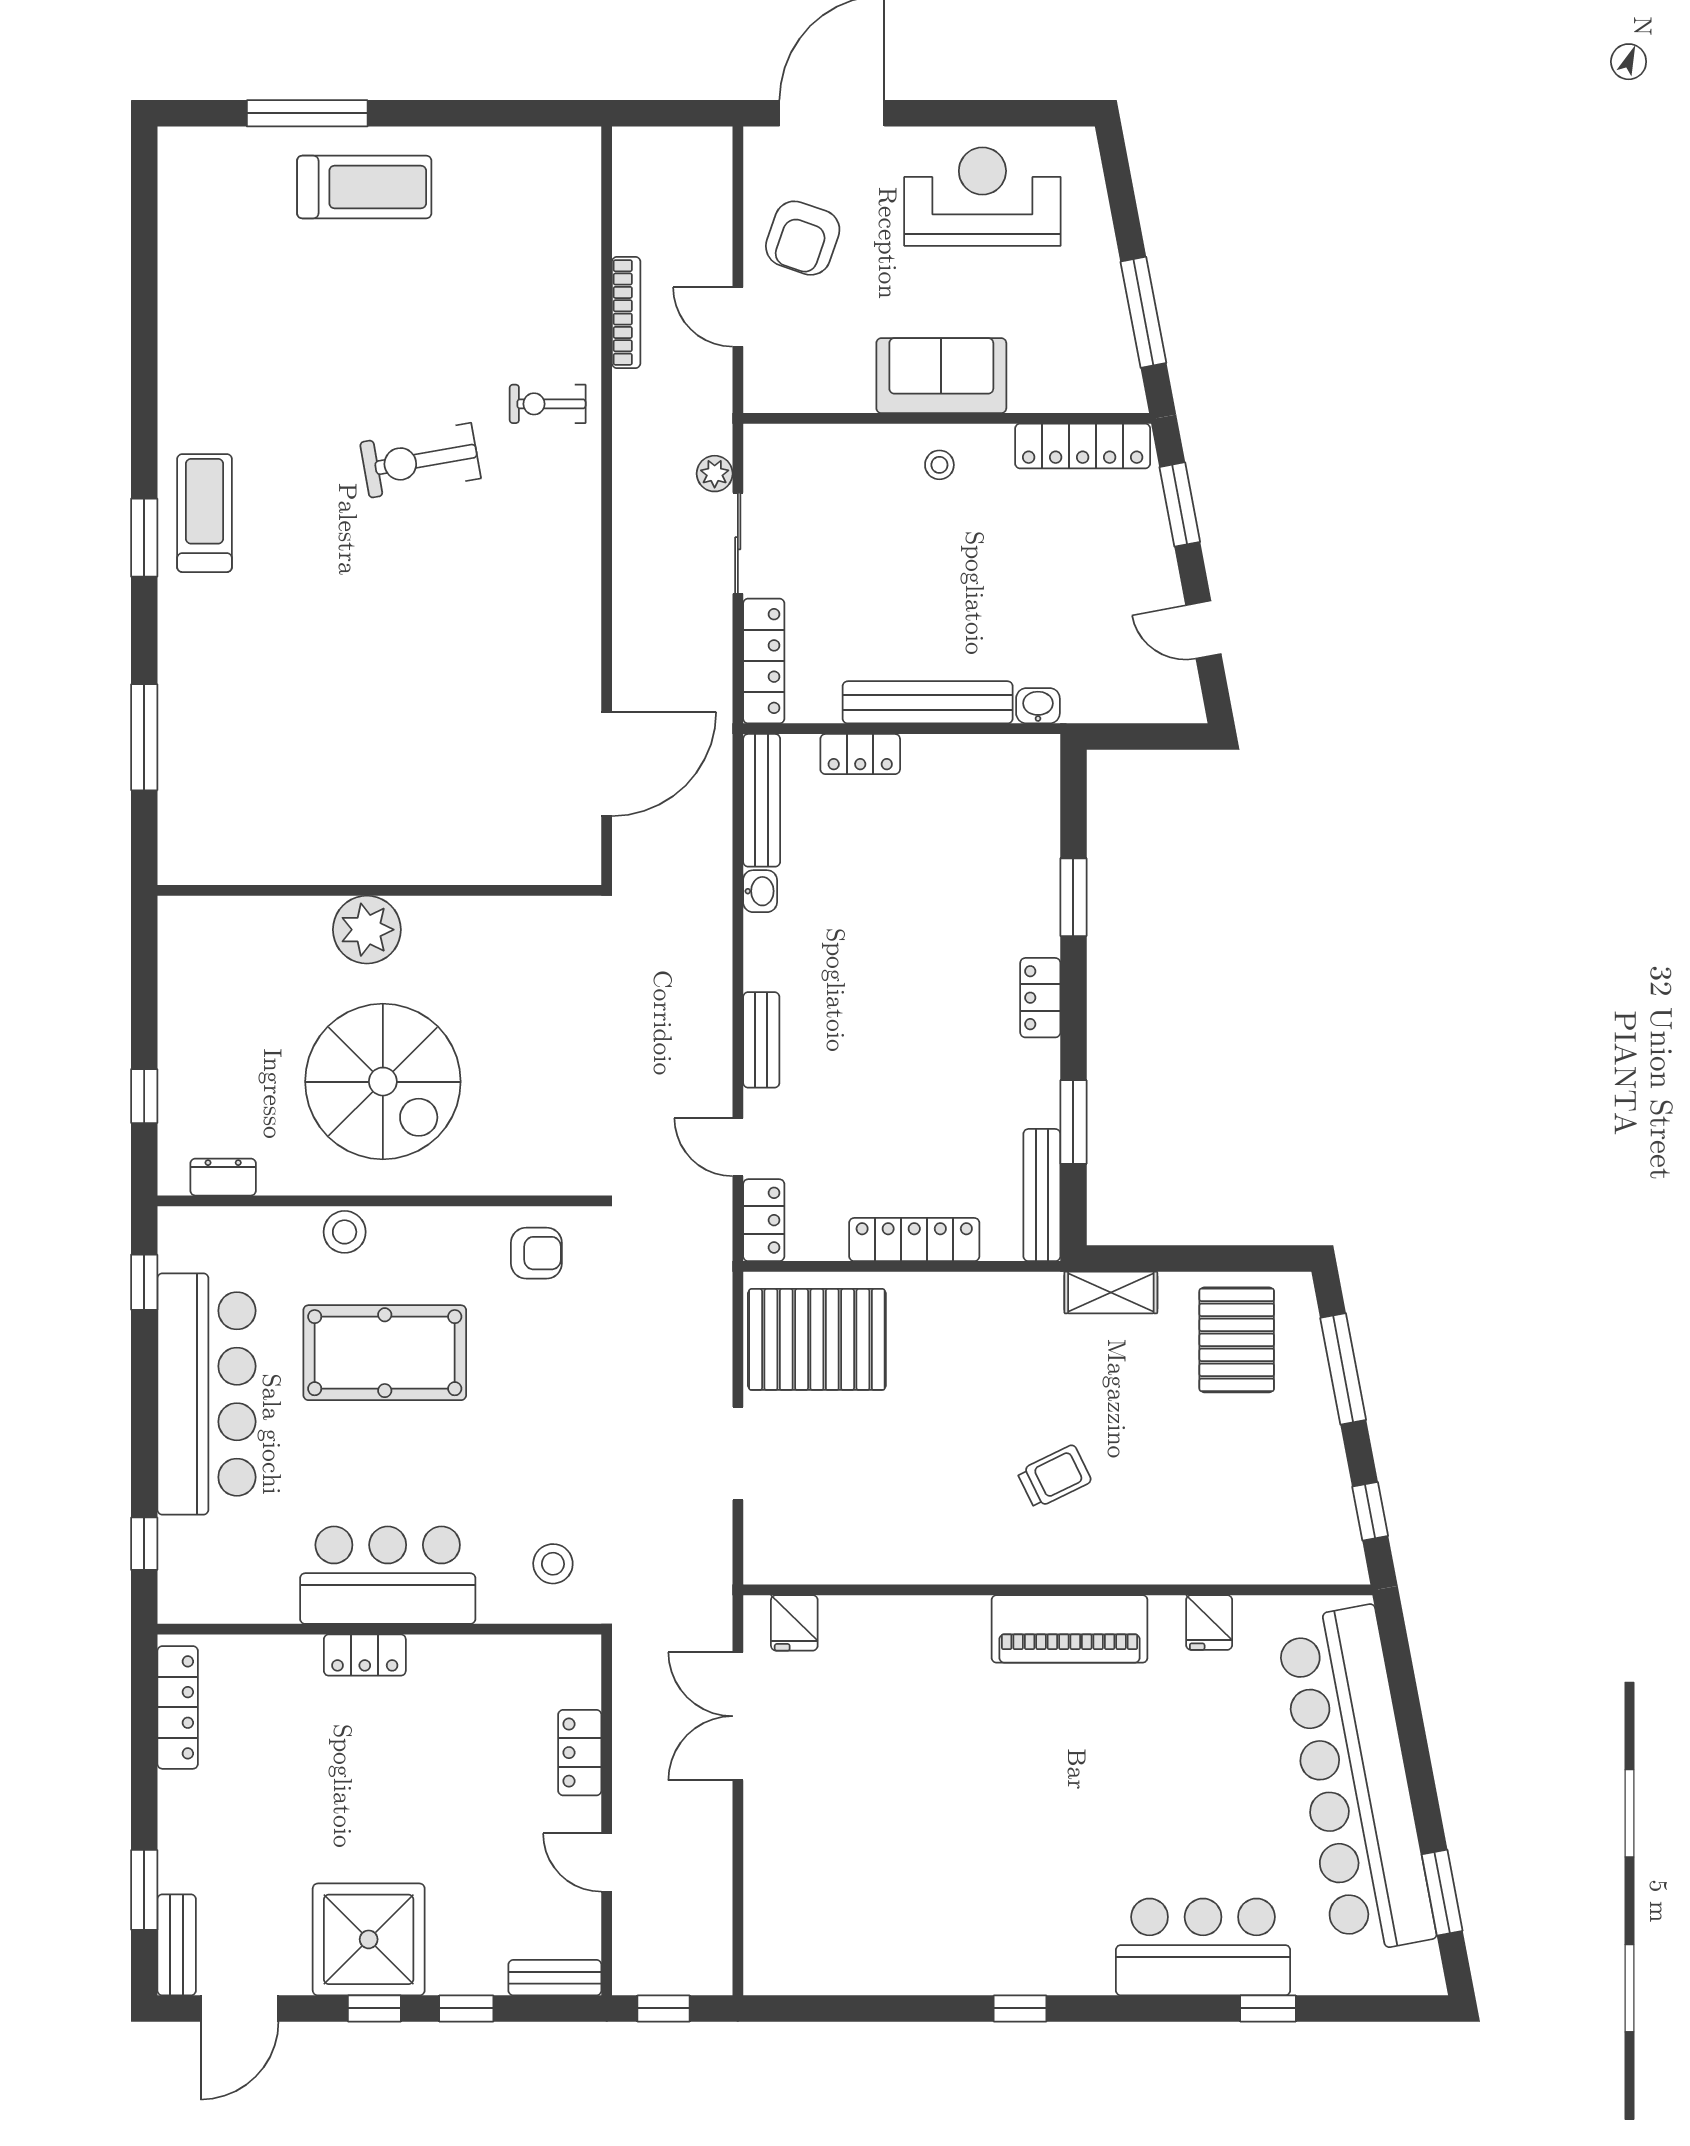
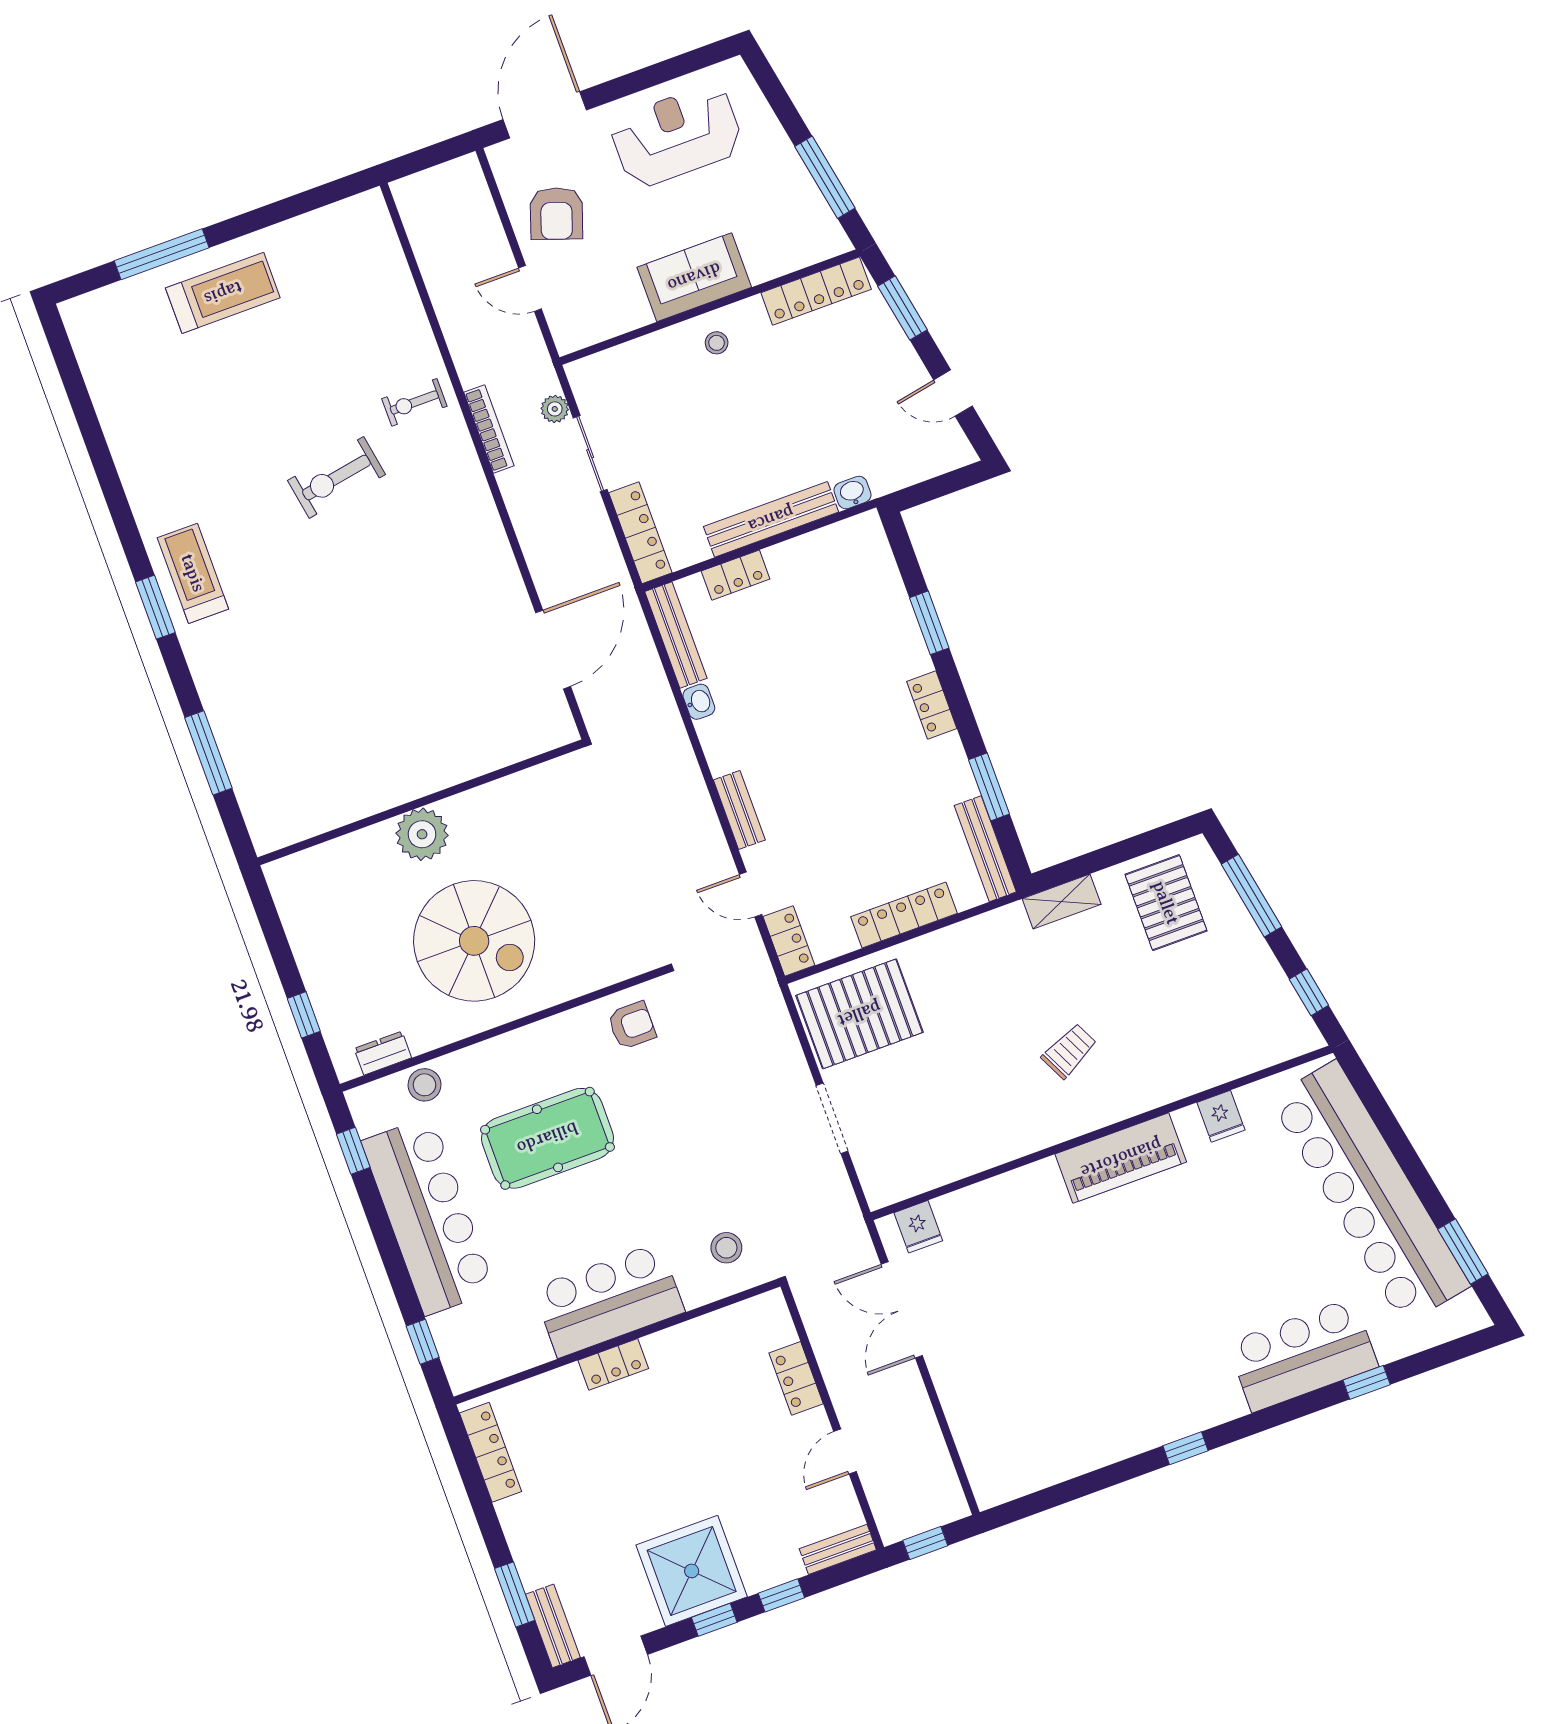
bookcase: (626, 312) -> (489, 429), moved
stool: (345, 1232) -> (424, 1085), moved
door: (607, 1863) -> (845, 1452), hinge flipped

